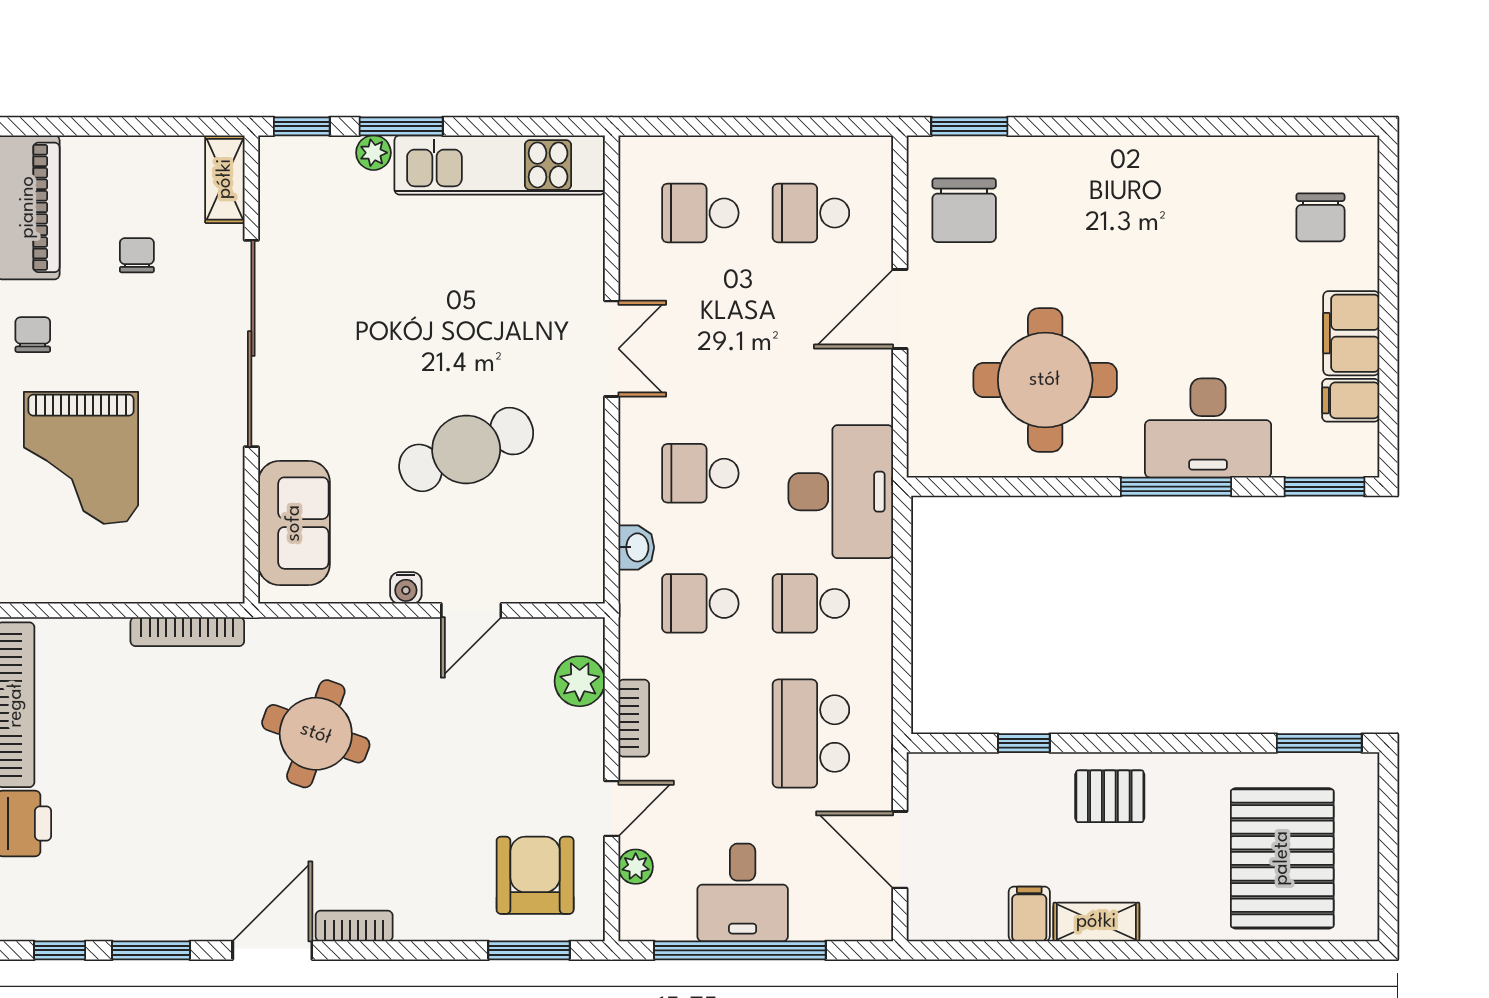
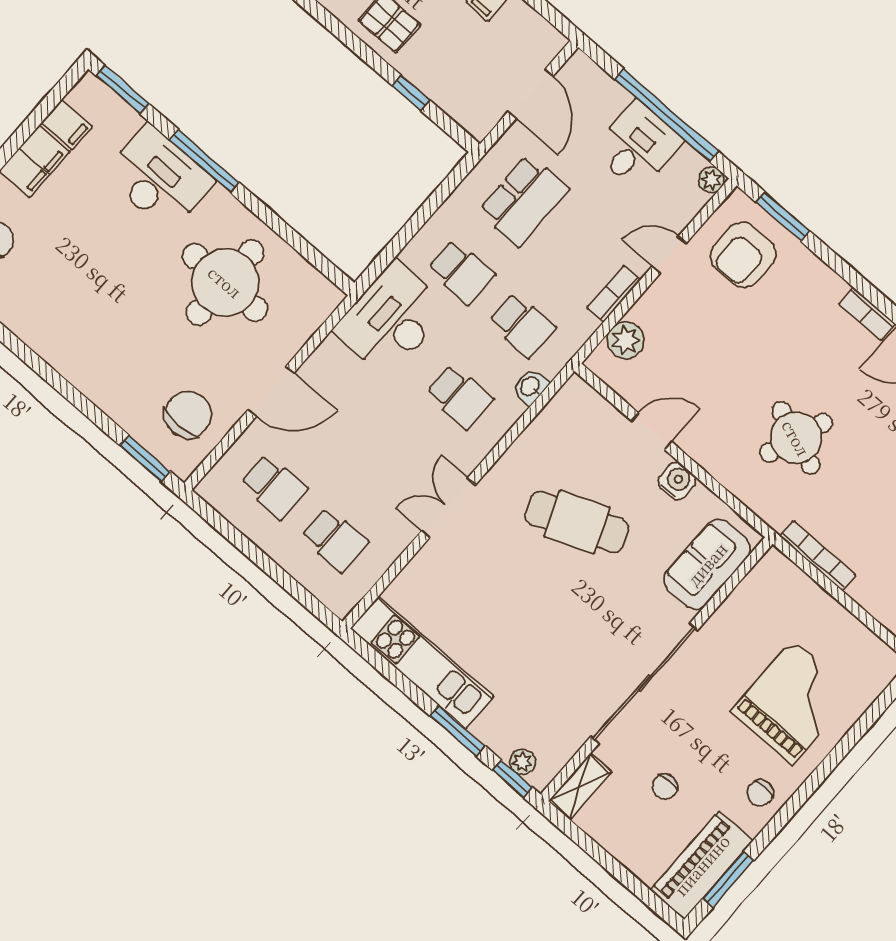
plant: (373, 153) -> (522, 762), moved
water cooler: (406, 588) -> (677, 481), width x1.38, depth x1.38
plant: (636, 867) -> (711, 180), moved

